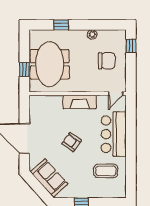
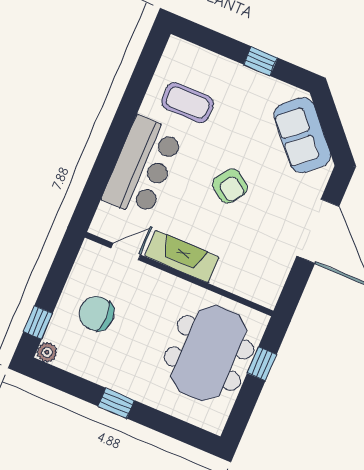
window: (61, 25) -> (116, 403), moved
plant: (92, 34) -> (47, 352), moved
door: (116, 94) -> (126, 251), moved

